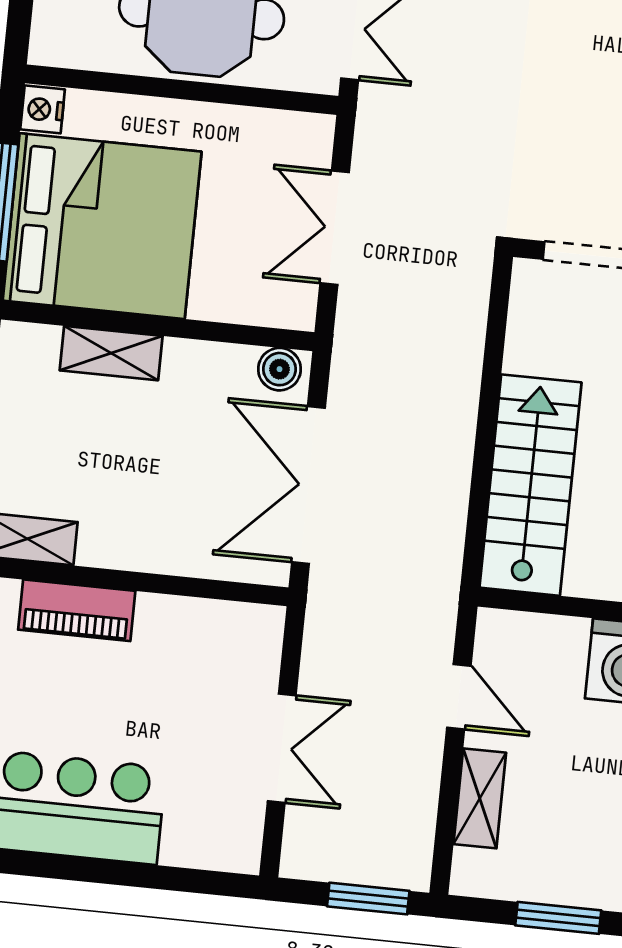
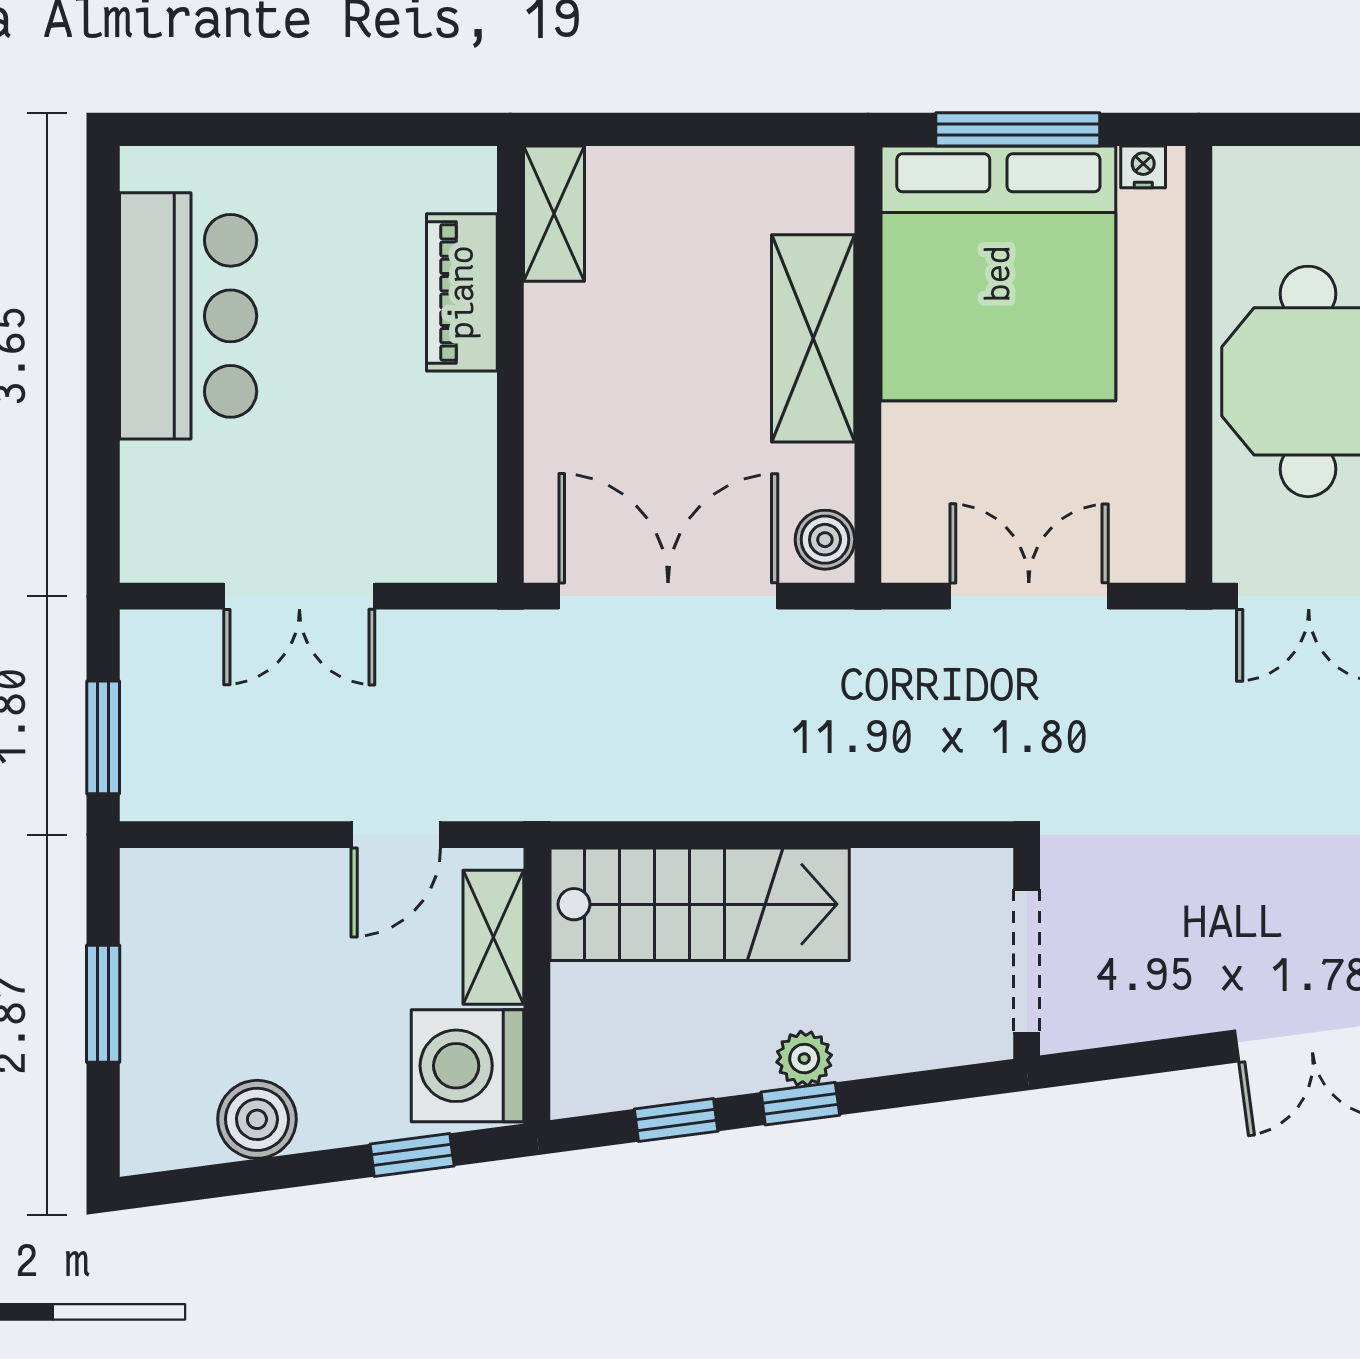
nightstand: (43, 109) -> (1143, 167), width x0.72, depth x0.74
shelving: (111, 353) -> (813, 338), width x1.50, depth x1.33
shelving: (480, 798) -> (493, 937), moved, turned 90

